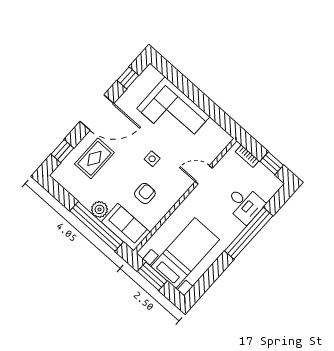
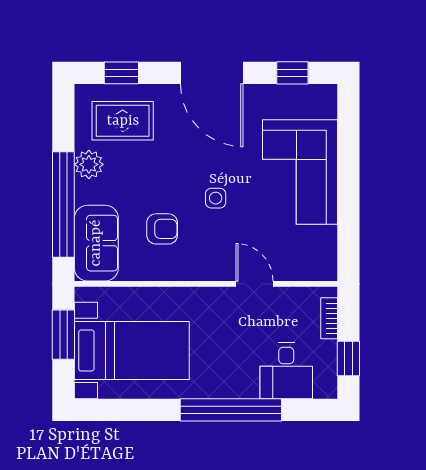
rug: (94, 158) -> (123, 121), moved
desk: (245, 204) -> (286, 371), moved
plant: (99, 209) -> (89, 164), moved

